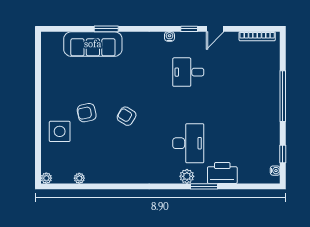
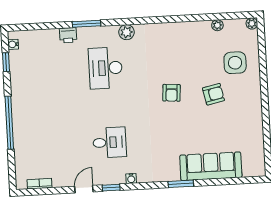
window: (106, 29) -> (181, 184), moved
bookcase: (257, 36) -> (39, 184), width x0.64
armchair: (127, 116) -> (172, 93), turned 62
side table: (60, 131) -> (235, 63), moved
printer: (222, 173) -> (68, 35), width x0.53, depth x0.68
plant: (187, 176) -> (127, 32), moved

